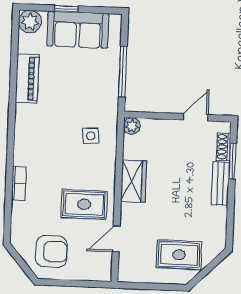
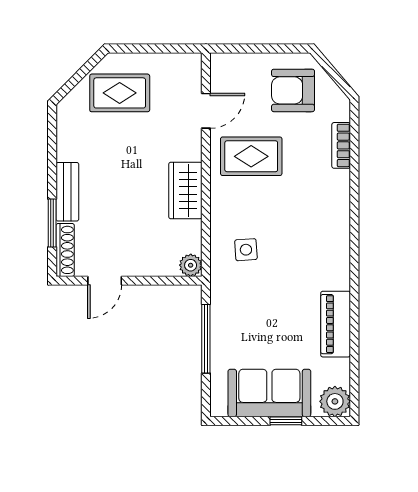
shoe rack: (223, 147) -> (65, 250), width x1.43
bookcase: (19, 183) -> (341, 145), moved

